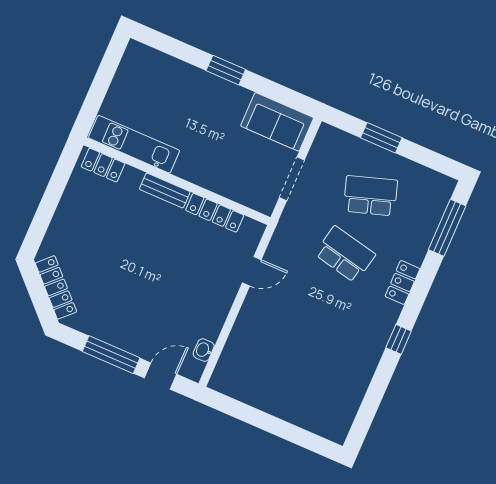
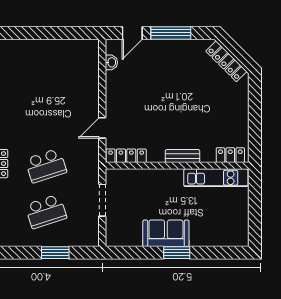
sofa: (277, 122) -> (166, 233), moved
locker: (215, 213) -> (126, 156), moved
school desk: (345, 254) -> (46, 166), turned -30

